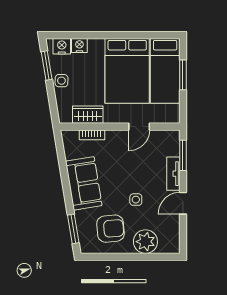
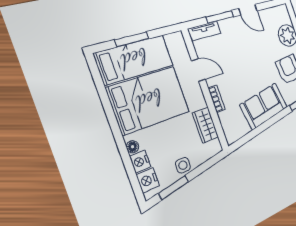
floor lamp: (94, 44) -> (133, 147), added
bookcase: (92, 135) -> (217, 99), moved
window: (183, 155) -> (220, 17), moved
tv unit: (173, 174) -> (204, 31), moved
side table: (136, 200) -> (260, 54), removed

